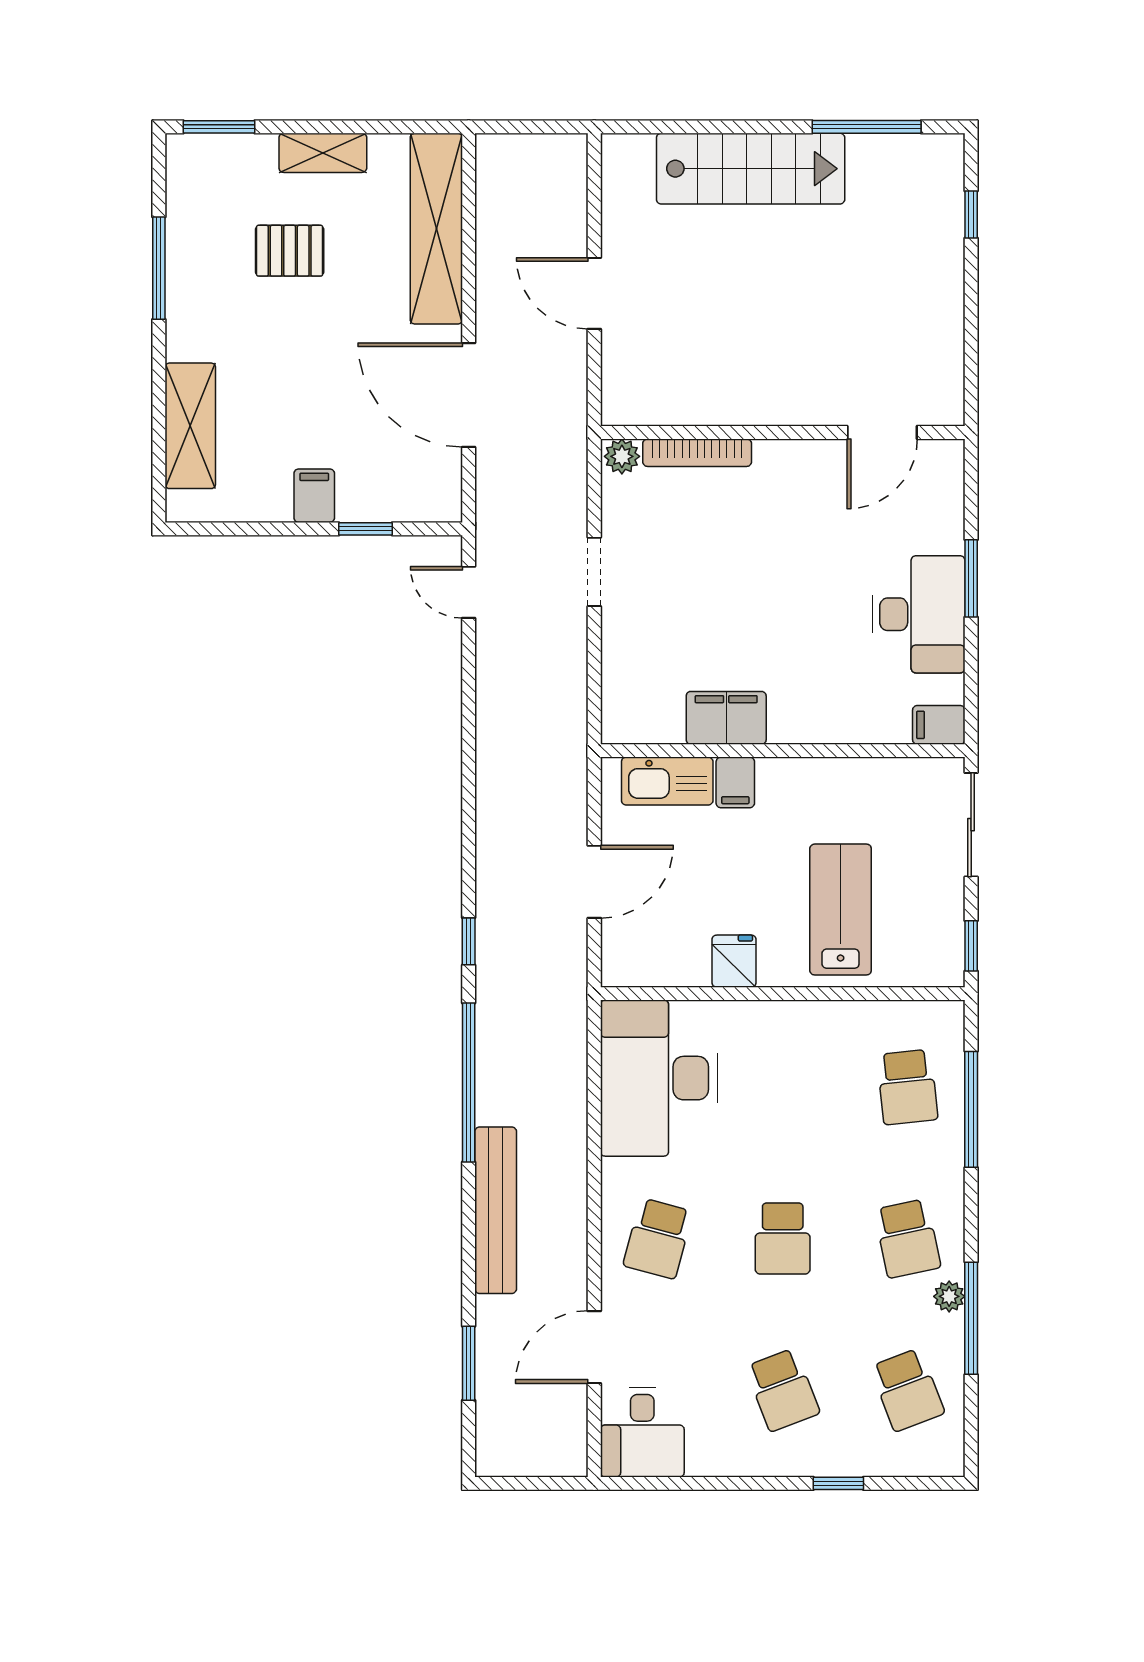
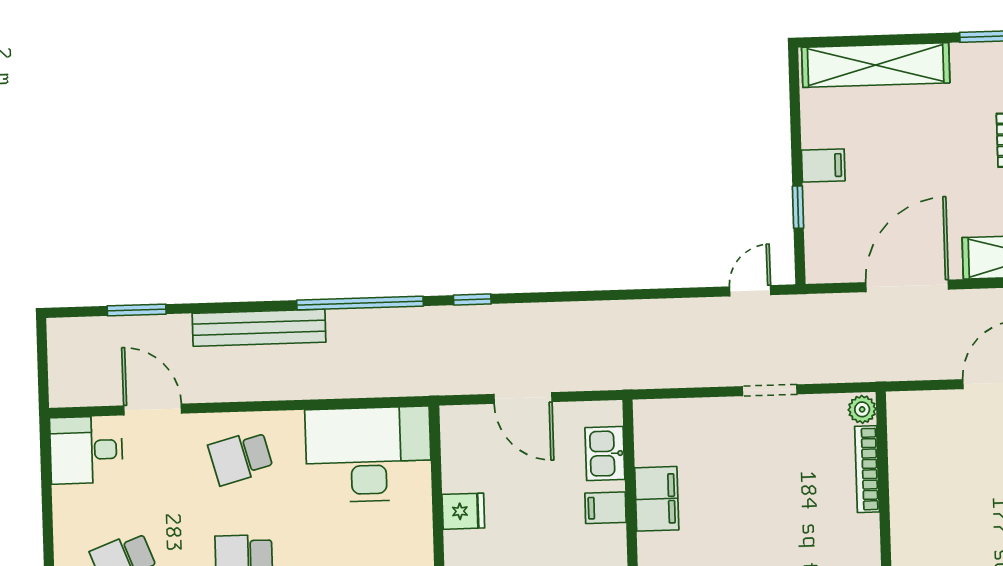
shelving: (190, 426) -> (876, 65), width x1.47
kitchen sink: (667, 781) -> (605, 454), width x0.73
school desk: (658, 1238) -> (241, 458), turned -30

